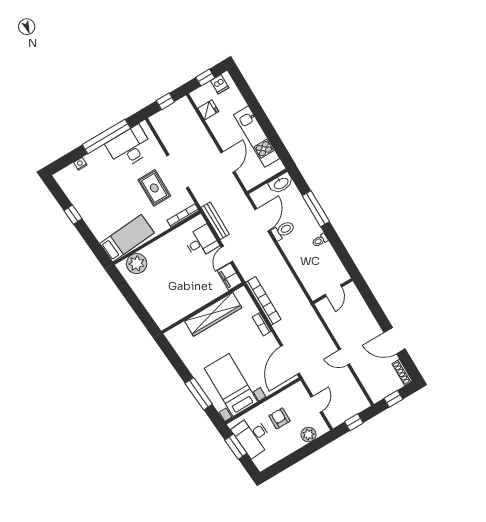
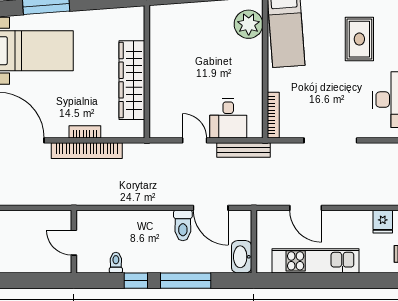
rug: (154, 188) -> (359, 39), moved, turned 90
window: (334, 239) -> (136, 281), added
toilet: (320, 240) -> (116, 263), moved
filing cabinet: (230, 277) -> (165, 127), removed
bookcase: (263, 301) -> (87, 151), moved

